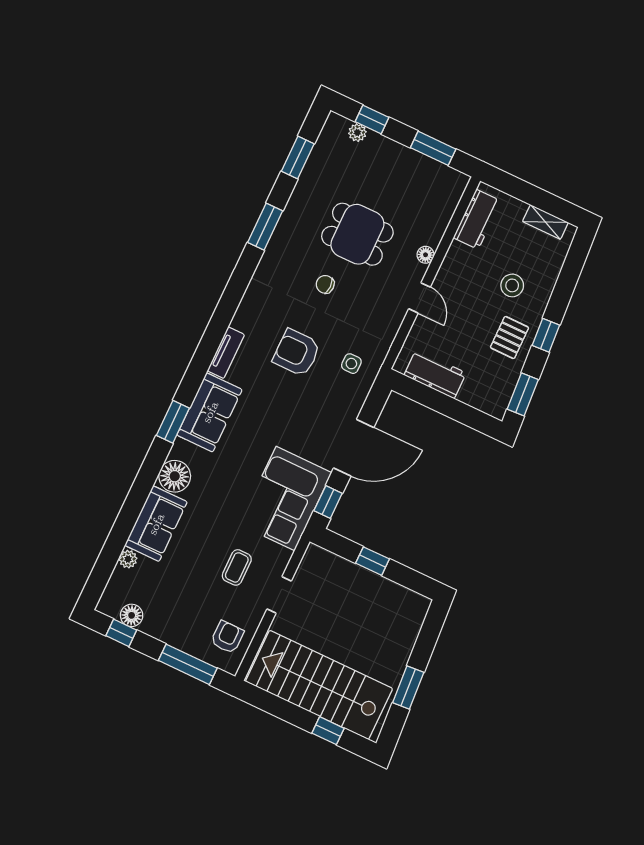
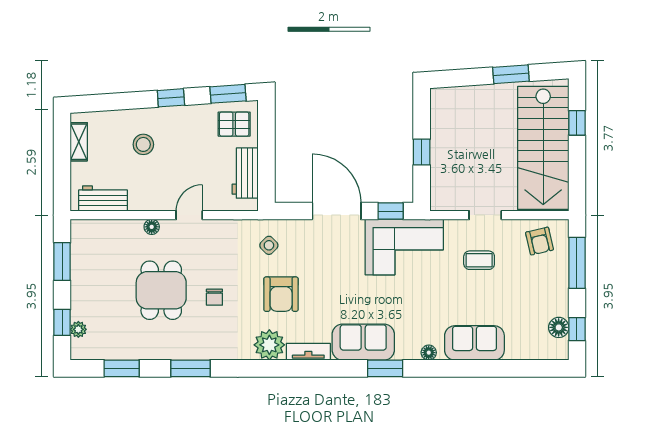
pallet: (510, 338) -> (234, 124), moved
side table: (351, 364) -> (269, 245), turned 45
floor lamp: (175, 476) -> (429, 353), width x0.53, depth x0.53
plant: (128, 559) -> (269, 345), moved, width x1.88, depth x1.88
armchair: (227, 637) -> (540, 241), turned -103

